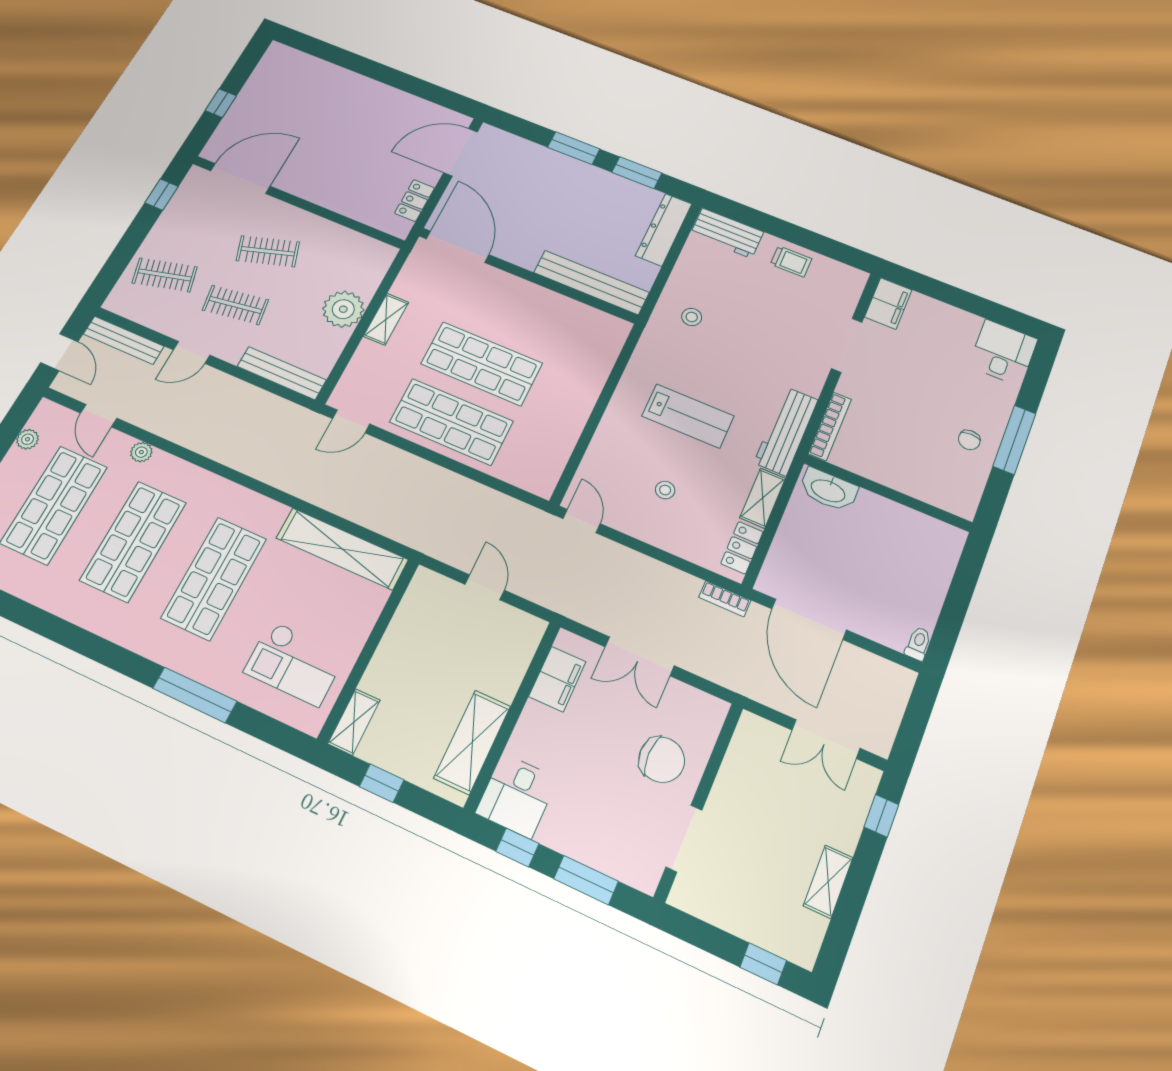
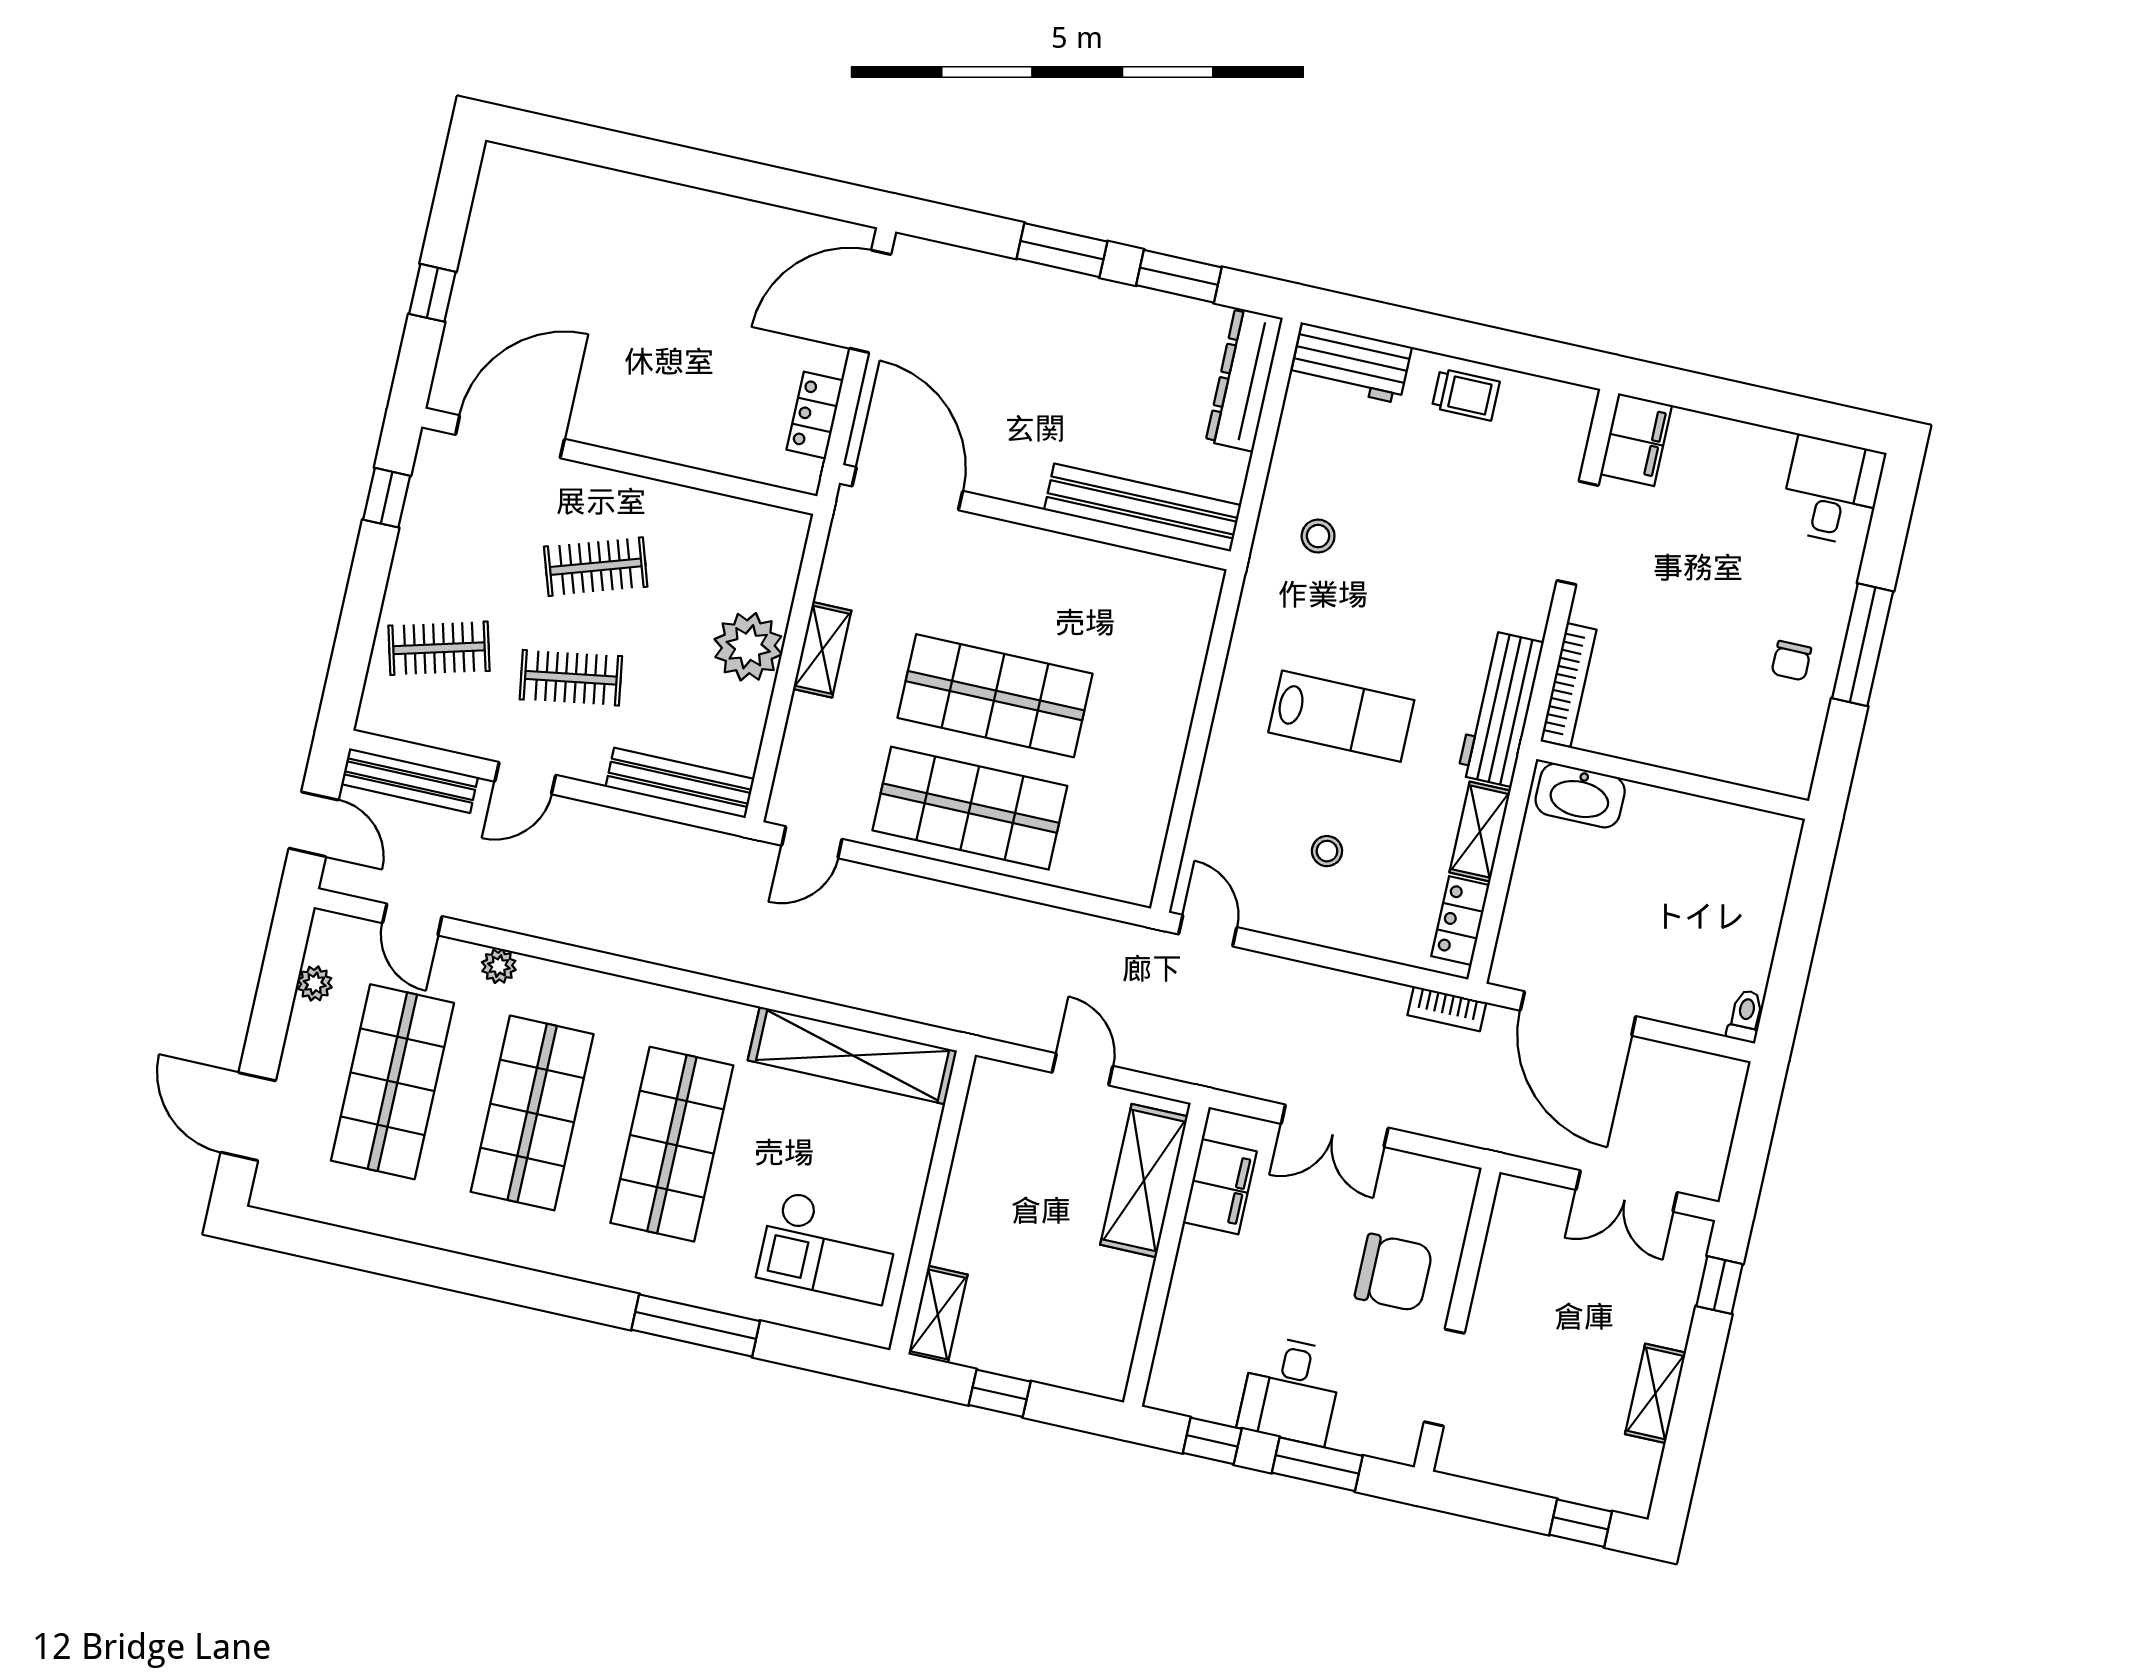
shelving: (472, 742) -> (1144, 1181), moved
desk: (517, 796) -> (1291, 1390), moved

